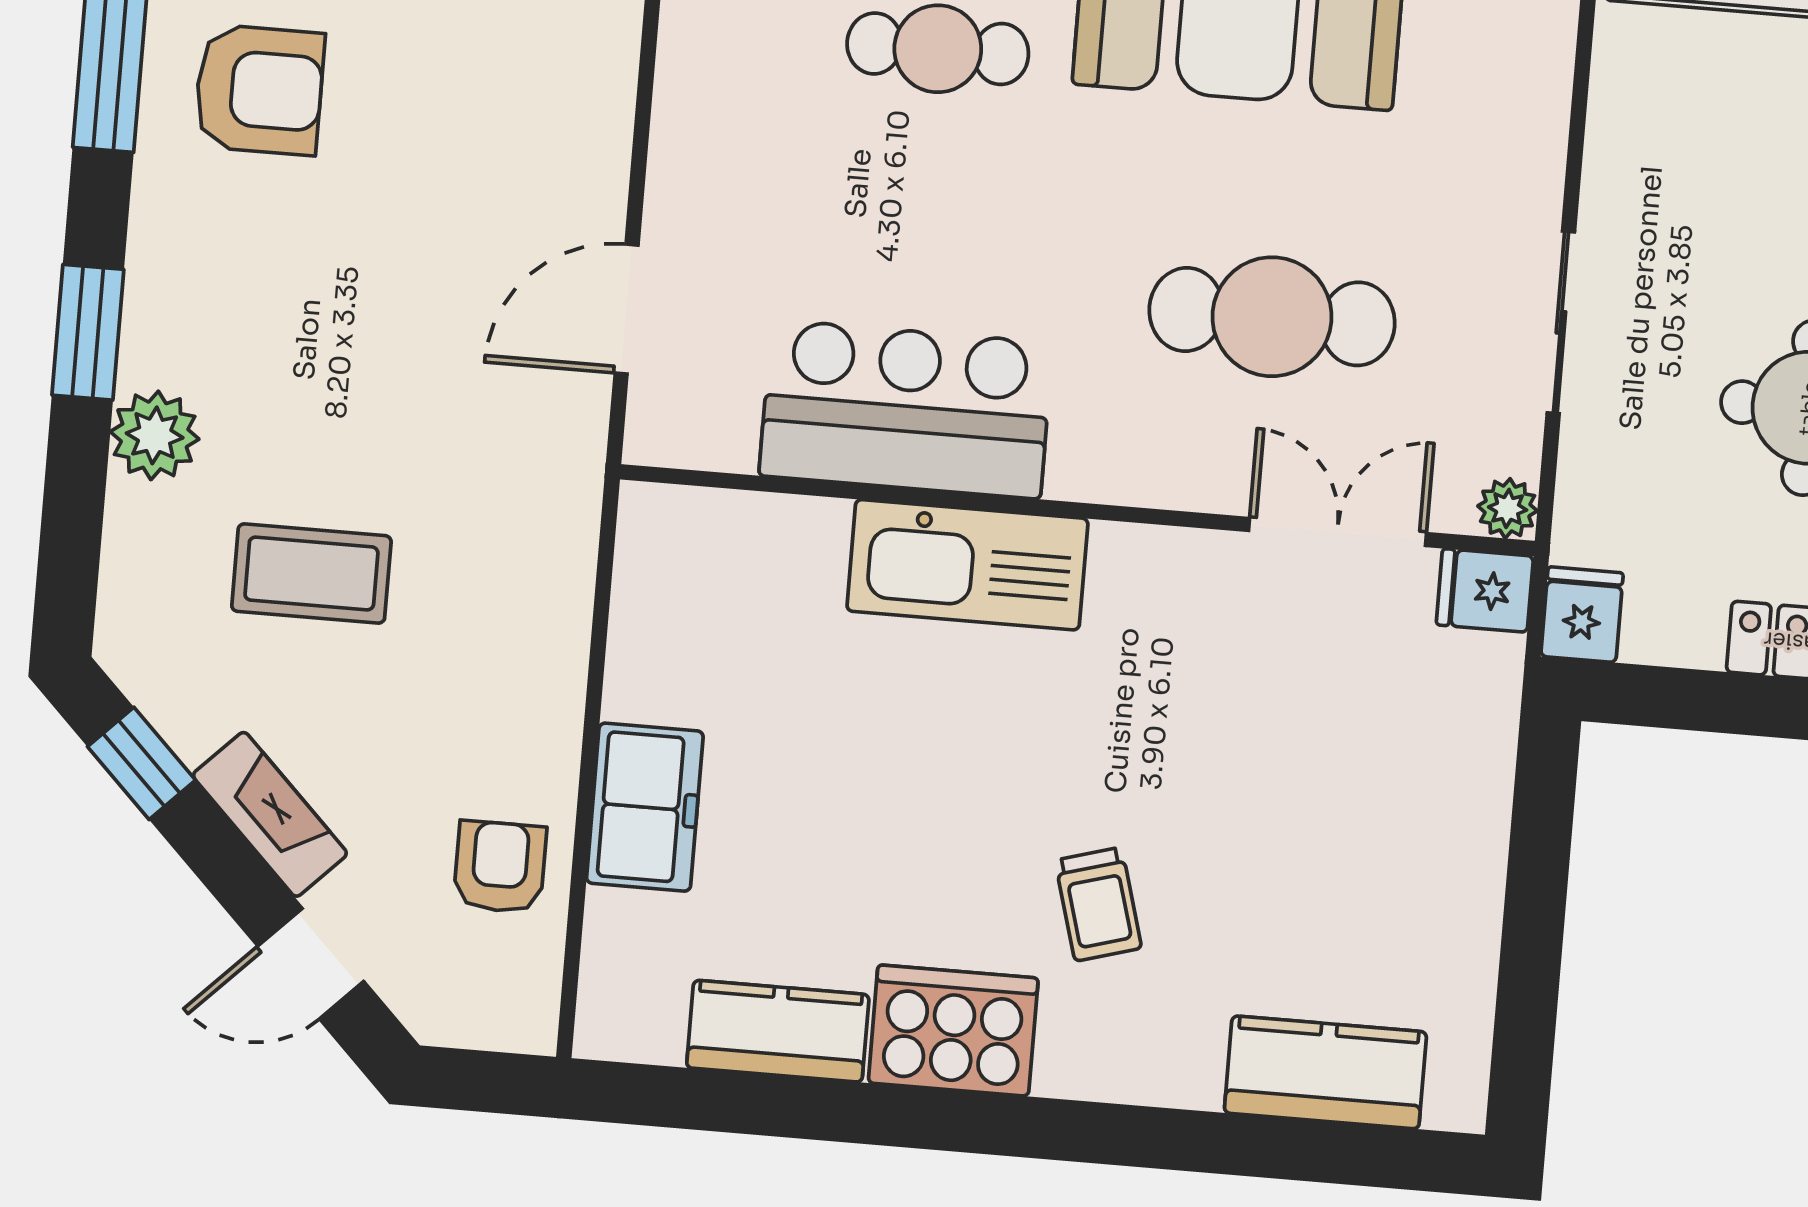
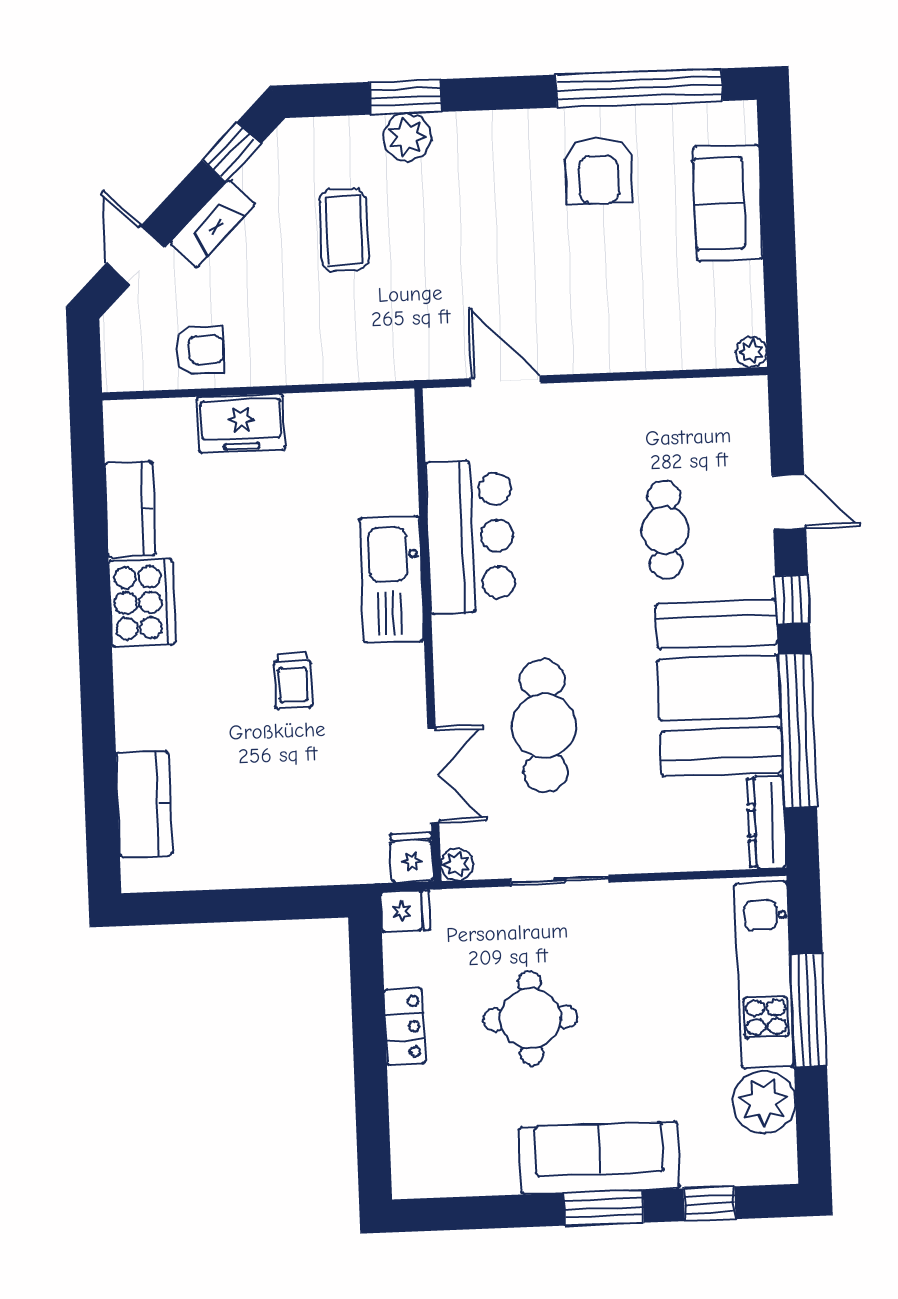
window: (88, 332) -> (406, 97), moved
trolley: (1098, 904) -> (293, 680), moved, turned -74

